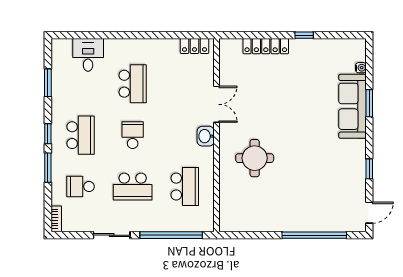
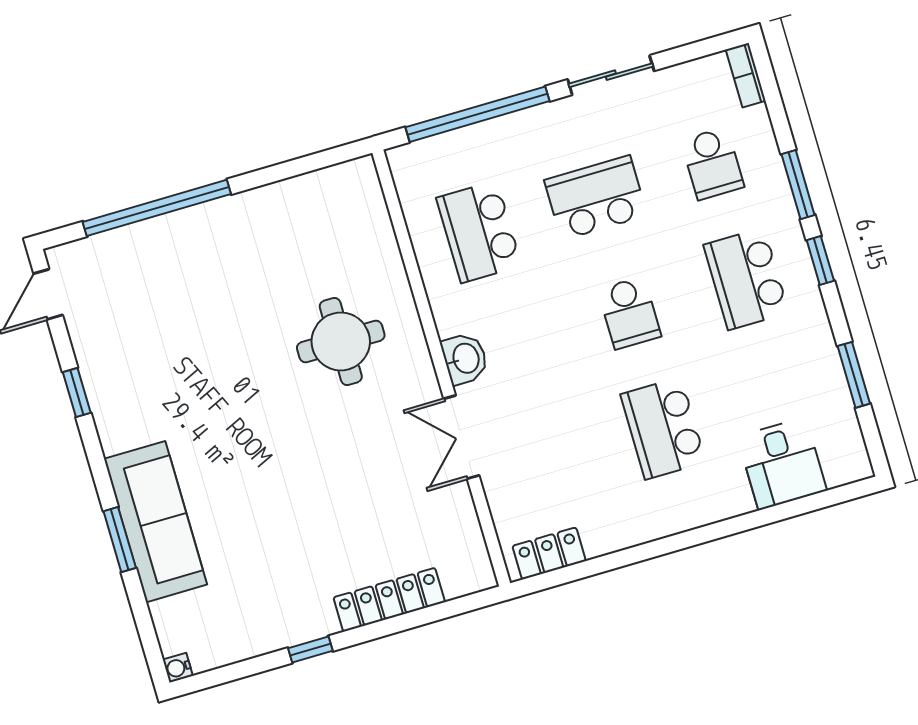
water cooler: (361, 68) -> (178, 668), moved
school desk: (81, 187) -> (712, 164), turned 90

